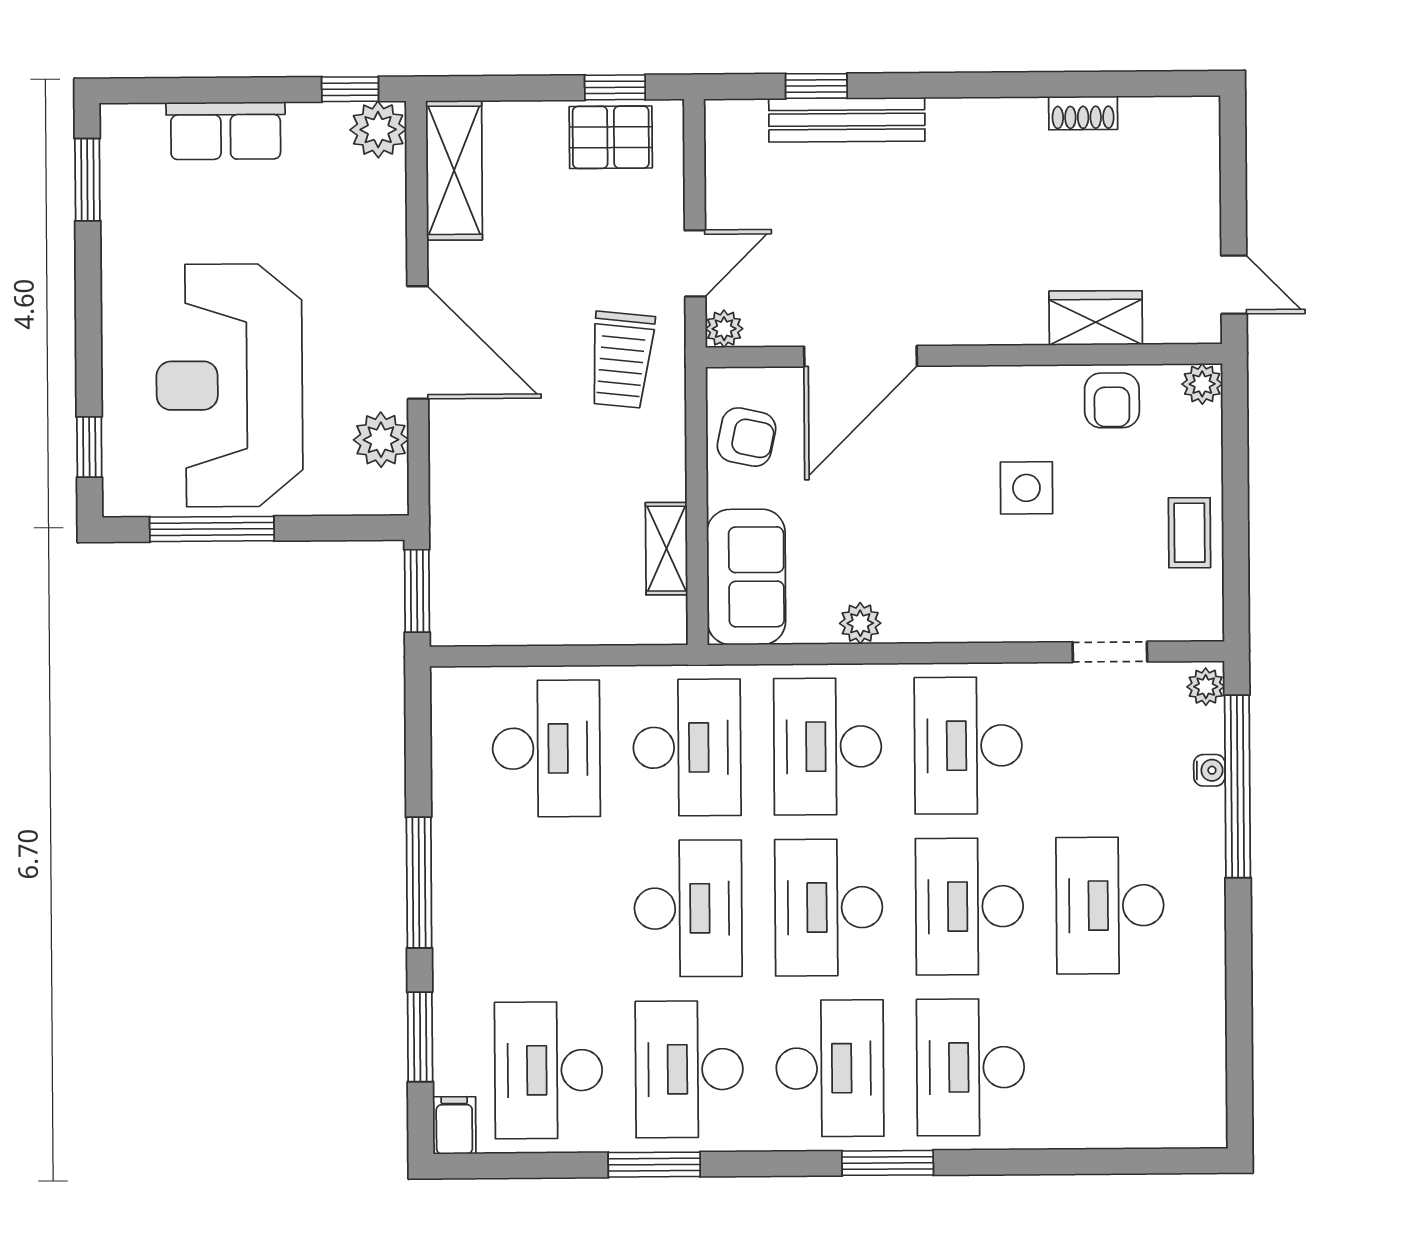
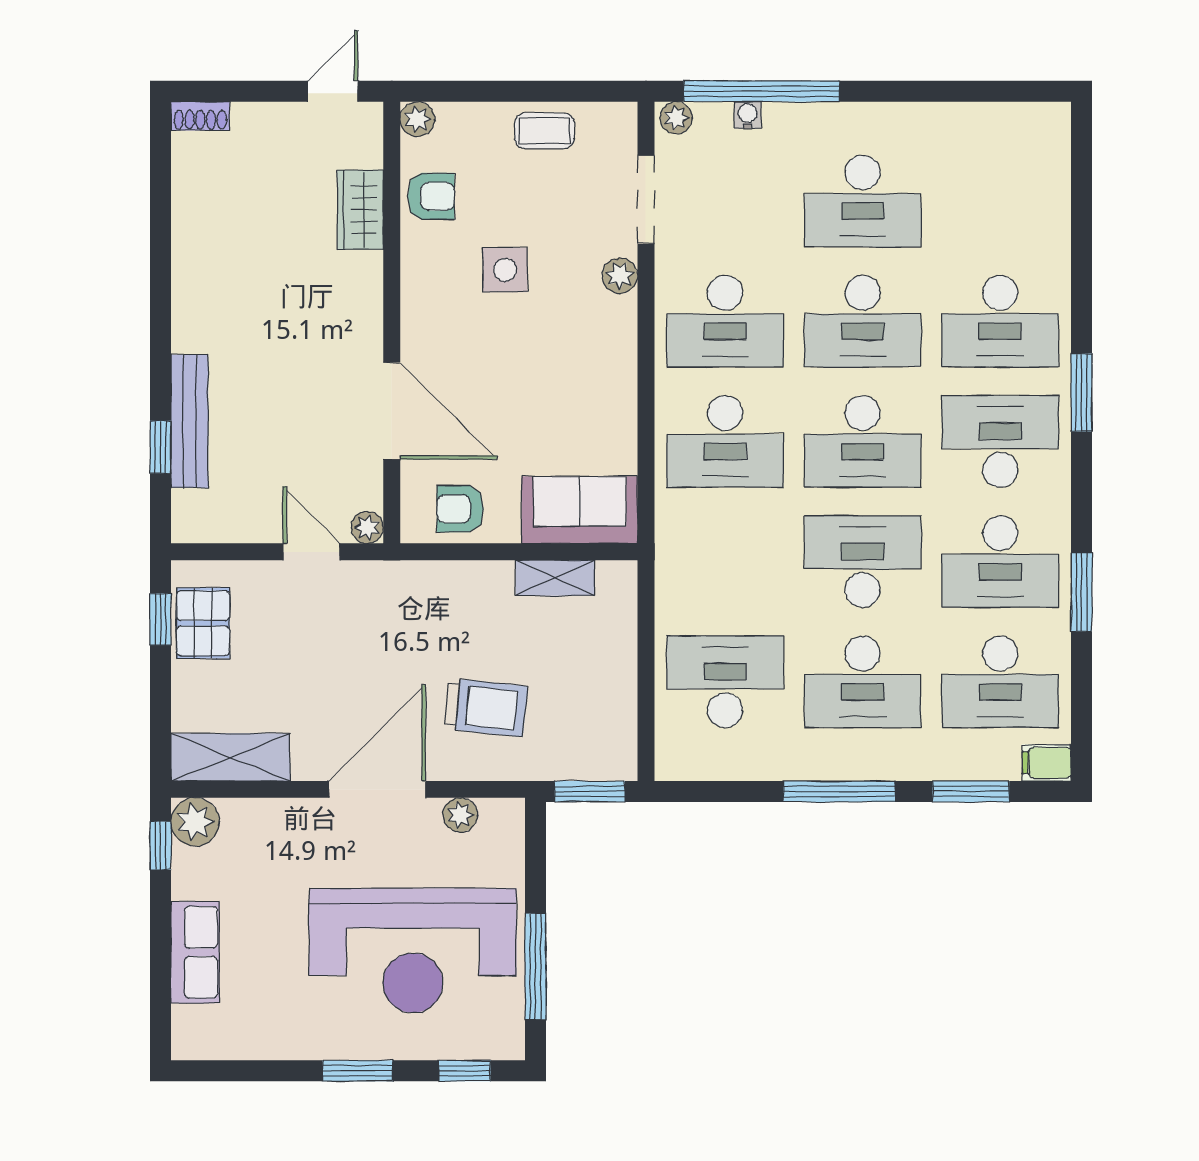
shoe rack: (1083, 113) -> (200, 116), moved, turned 90
window: (87, 180) -> (358, 1071), moved
trolley: (621, 360) -> (486, 708), moved
armchair: (746, 437) -> (460, 509), turned -102
plant: (381, 440) -> (460, 815), width x0.73, depth x0.73
plant: (860, 623) -> (620, 276), moved
doorway: (1110, 652) -> (646, 200), width x1.38
desk: (687, 748) -> (863, 682), moved, turned 180

